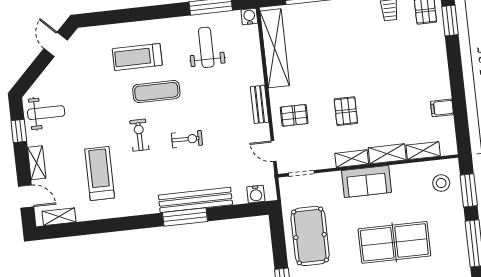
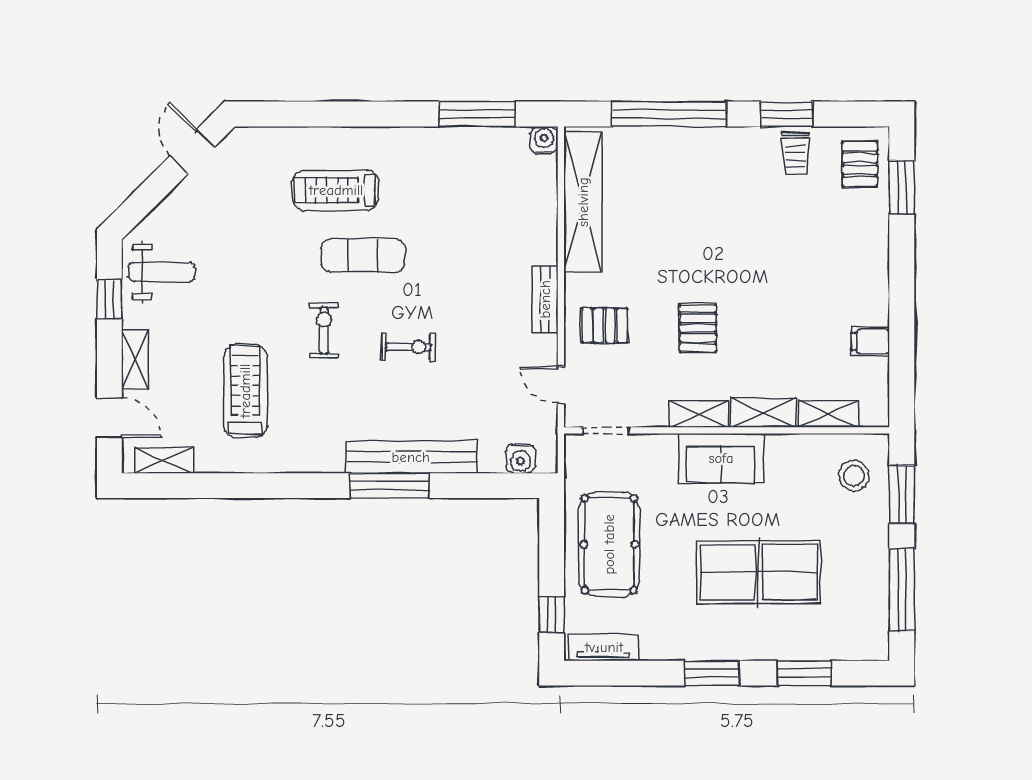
weight bench: (206, 47) -> (461, 187), removed

